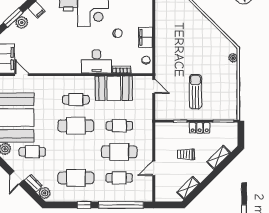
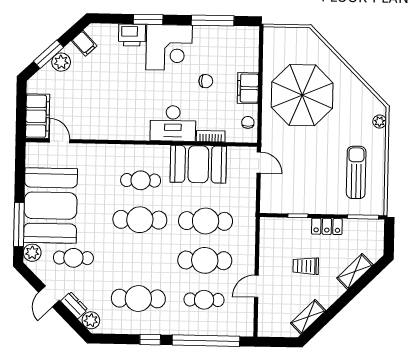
parasol: (182, 41) -> (302, 95), added
sun lounger: (195, 92) -> (356, 172), moved
cafe table: (119, 126) -> (206, 221), width x1.37, depth x1.35

